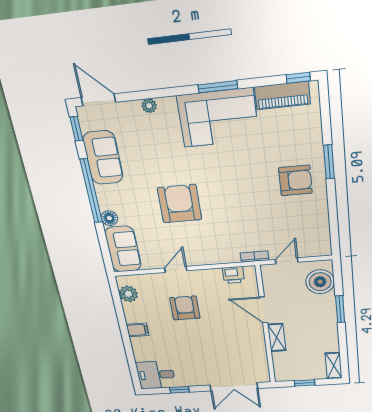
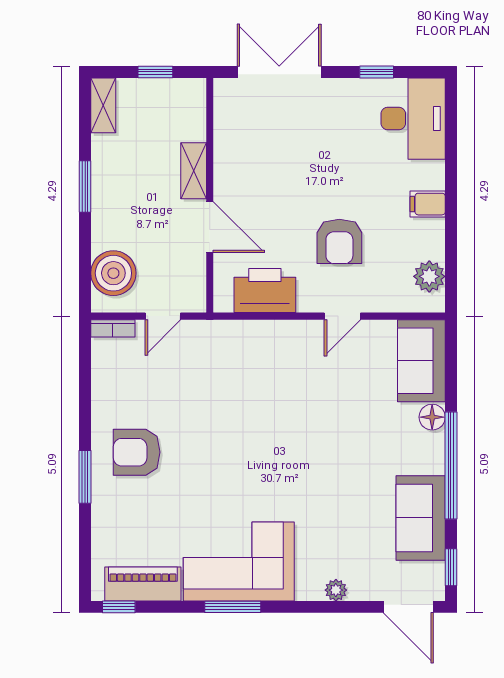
armchair: (180, 204) -> (317, 431), removed
bookcase: (255, 257) -> (113, 328), moved
printer: (233, 275) -> (265, 290), width x1.87, depth x1.48
window: (340, 309) -> (85, 187), moved
desk: (156, 375) -> (413, 119), width x1.37

